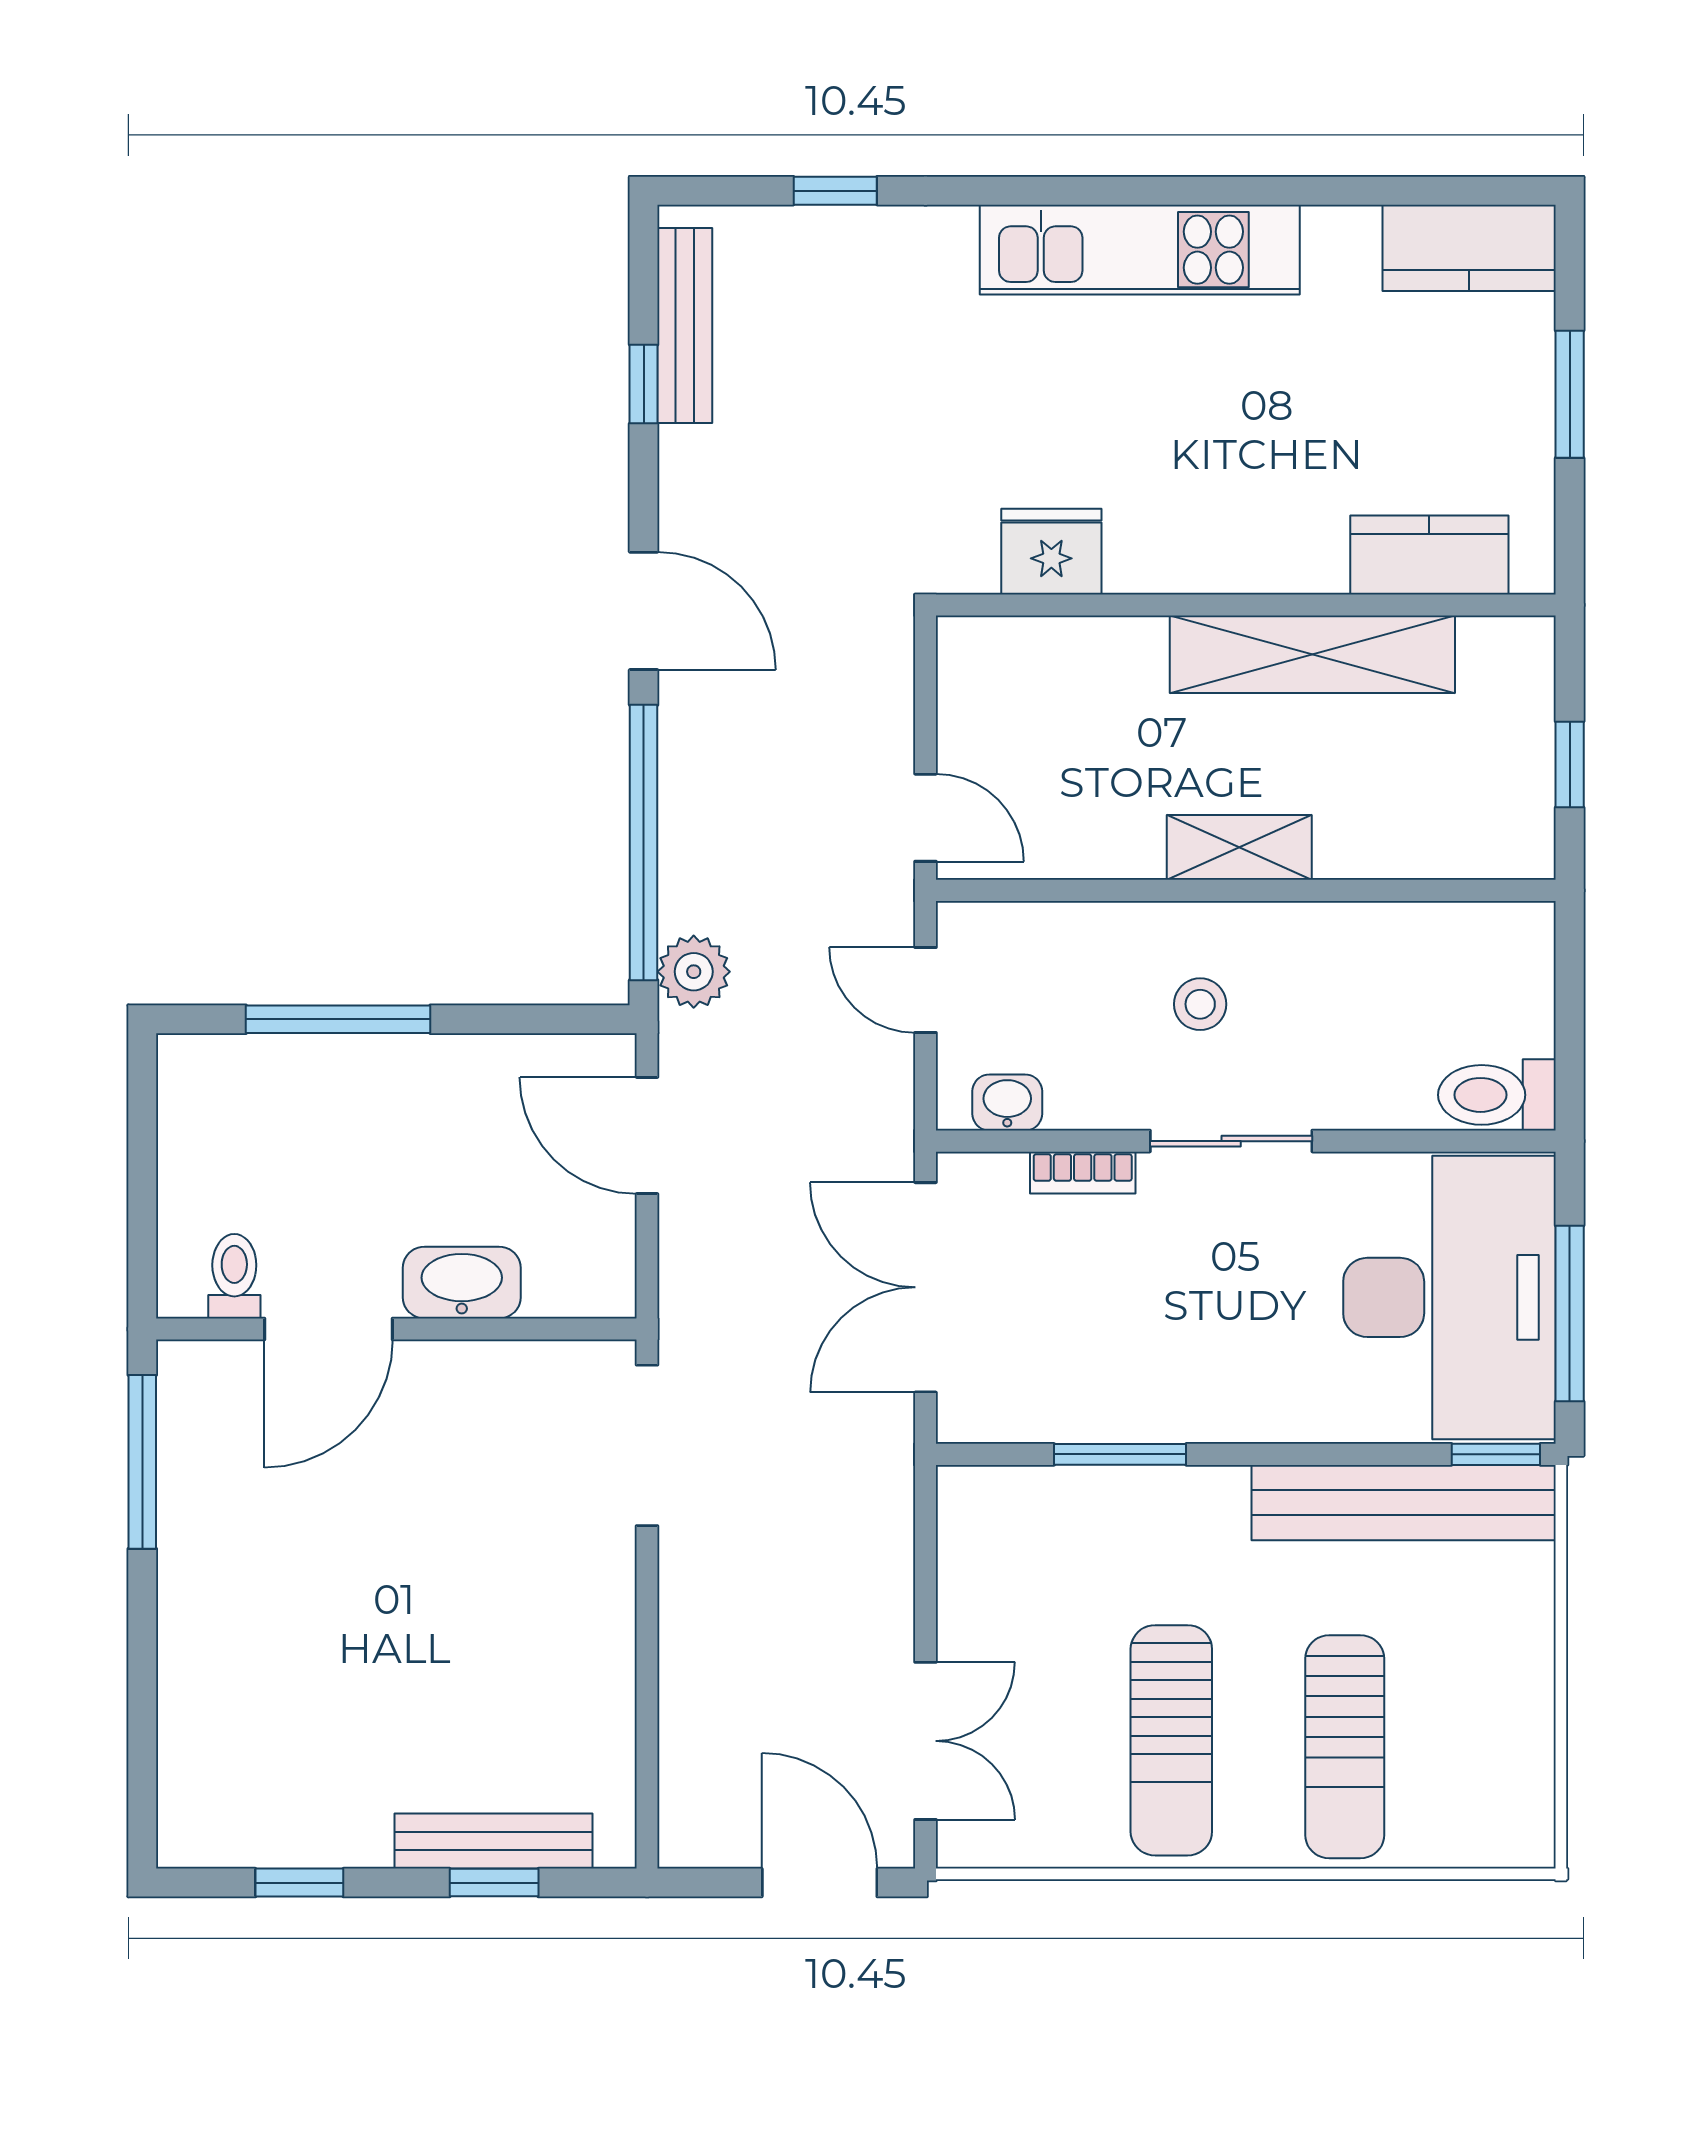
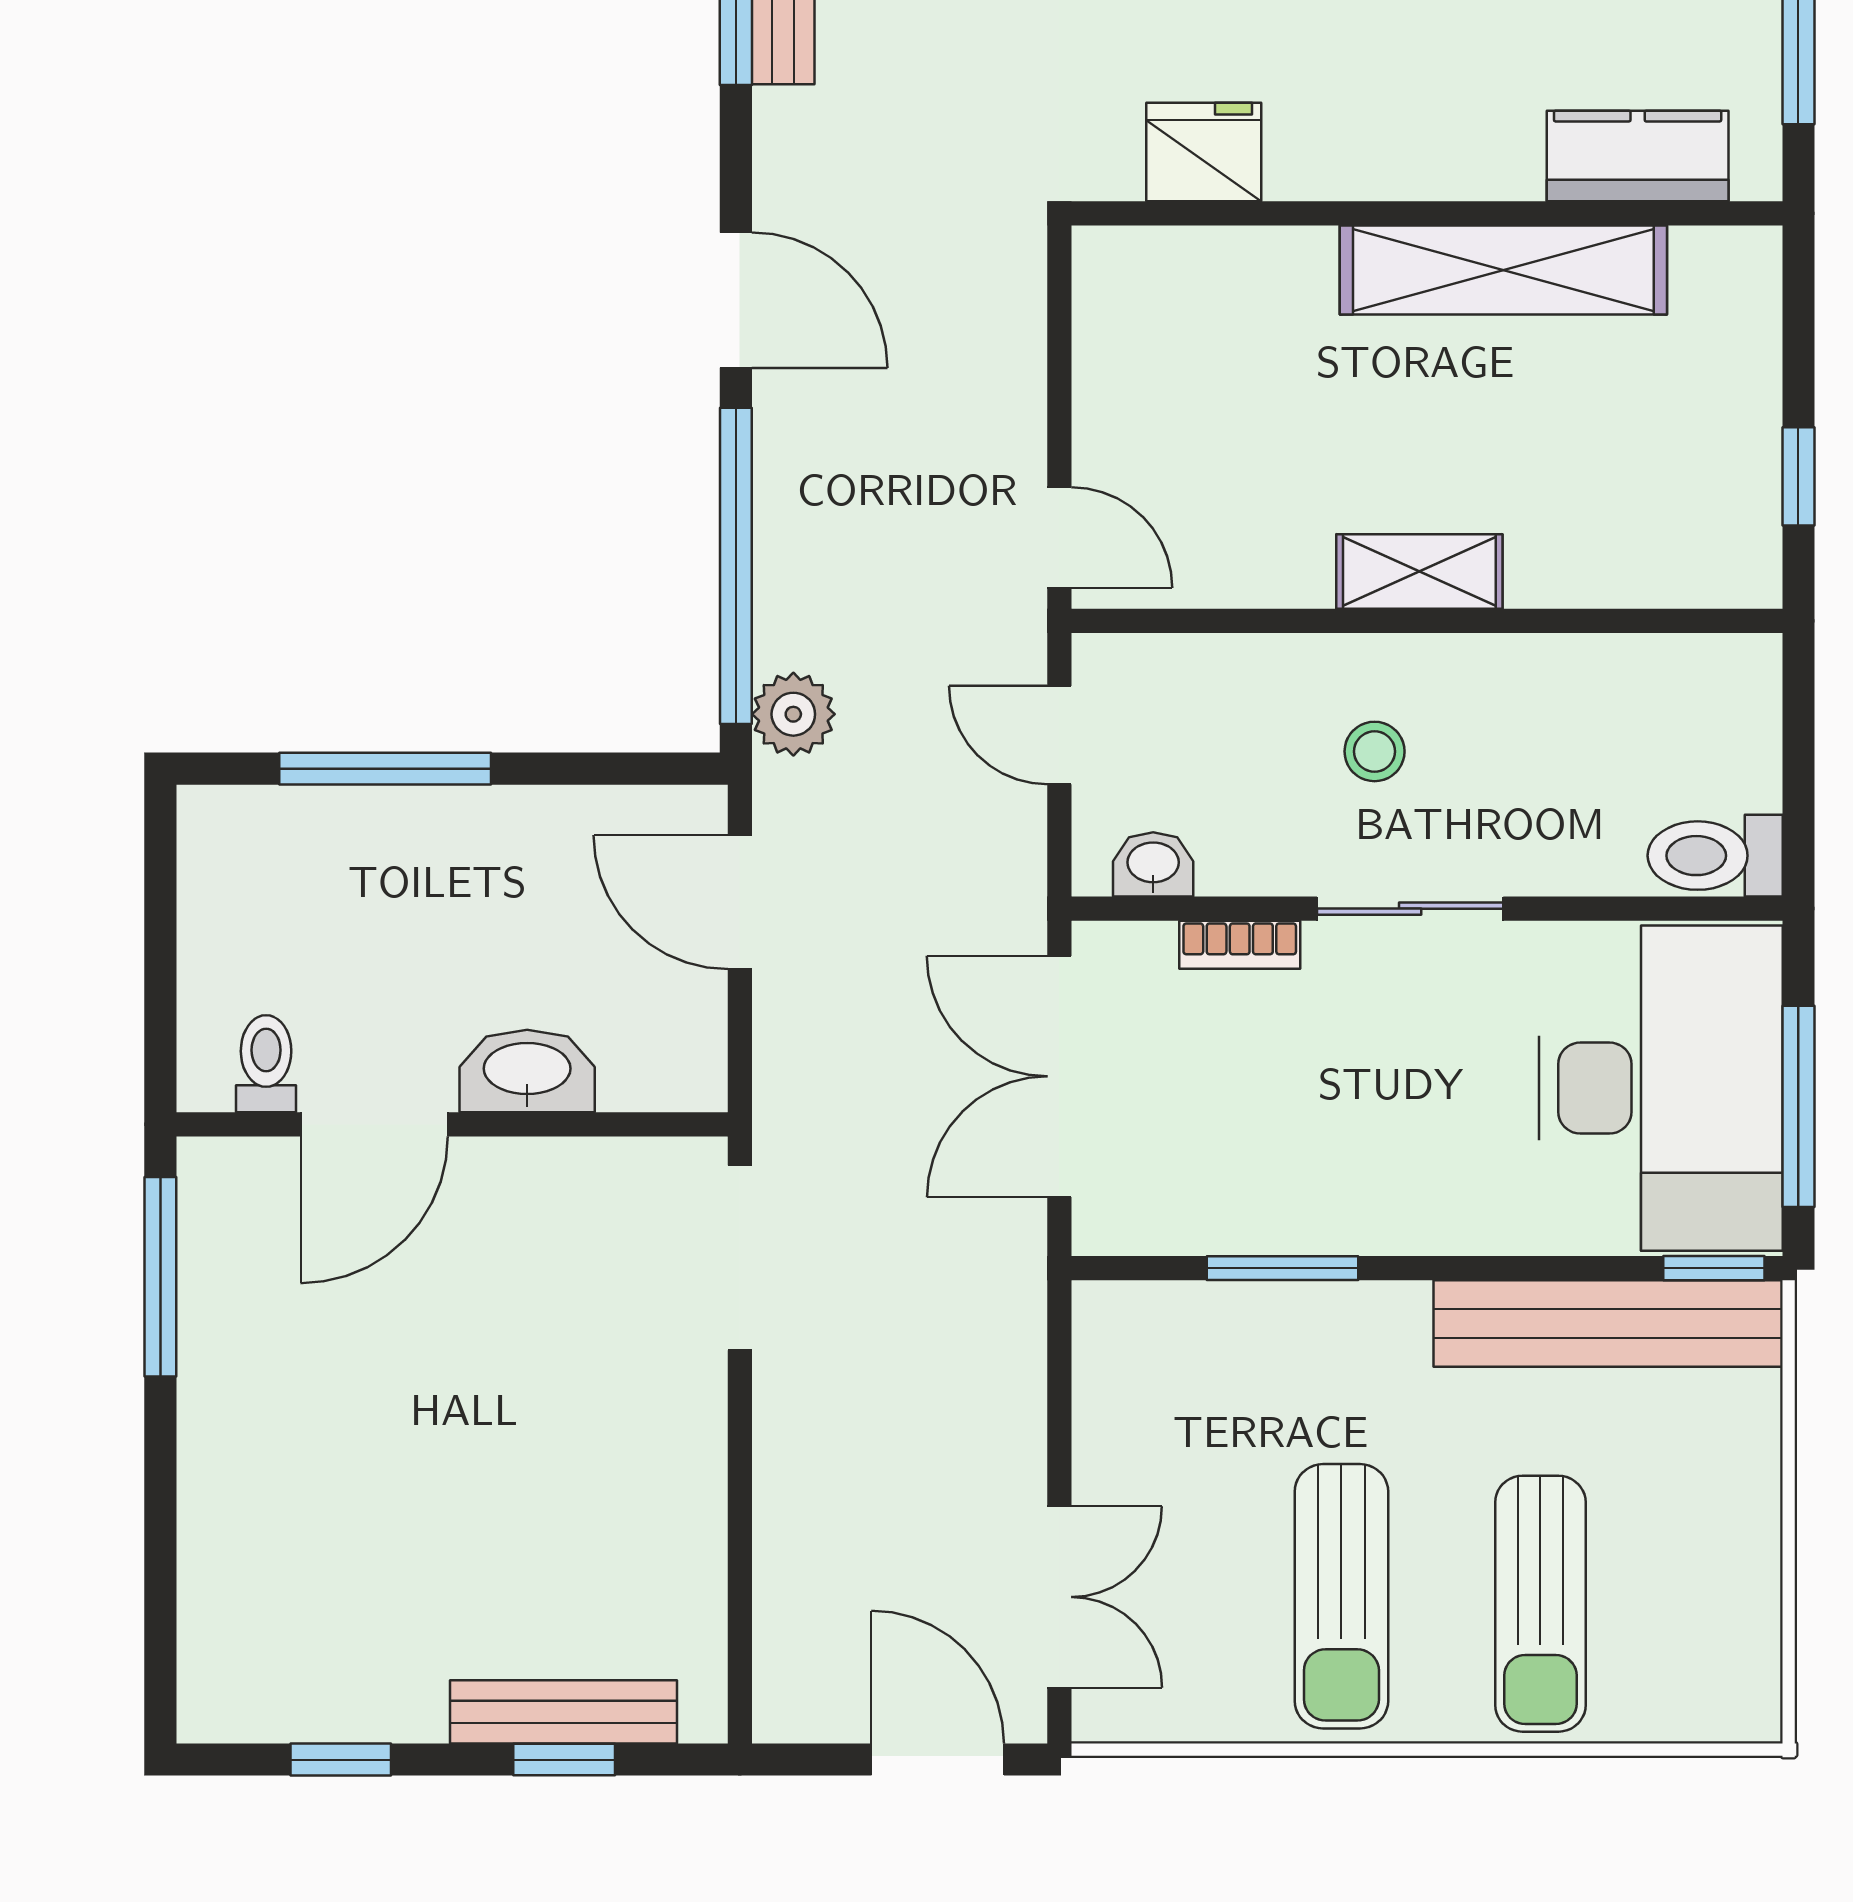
fridge: (1051, 552) -> (1204, 152), moved
kitchen counter: (1429, 555) -> (1638, 156), moved
wall: (1246, 605) -> (1427, 213), moved
shelving: (1312, 654) -> (1503, 270), moved

